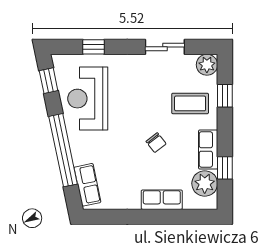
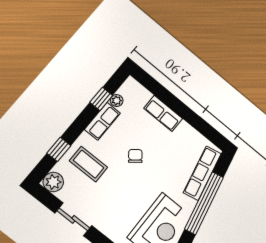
plant: (205, 183) -> (117, 101), width x0.53, depth x0.53
row of seats: (87, 185) -> (202, 173), width x1.48

